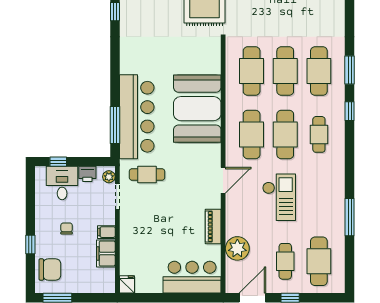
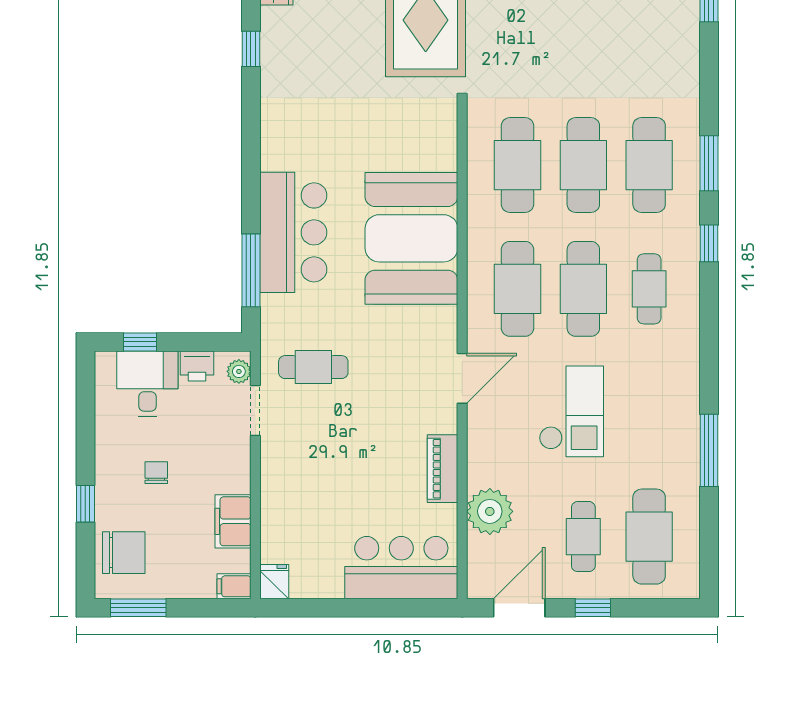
bar counter: (137, 117) -> (293, 232), width x0.73
filing cabinet: (106, 232) -> (234, 586), moved

